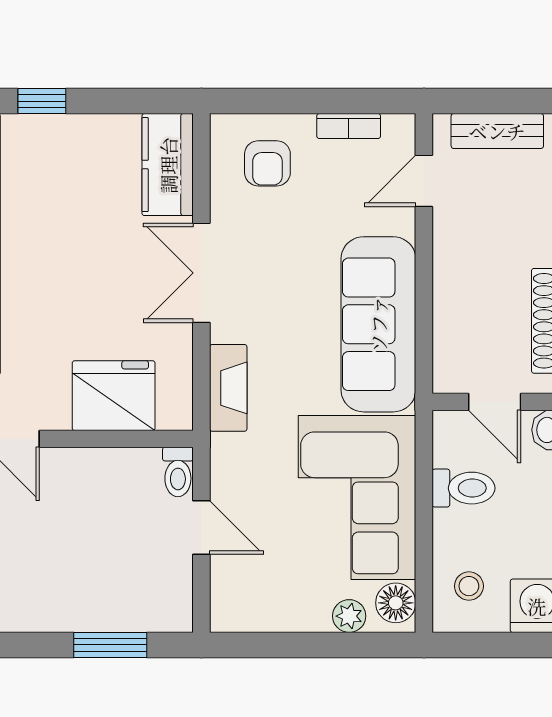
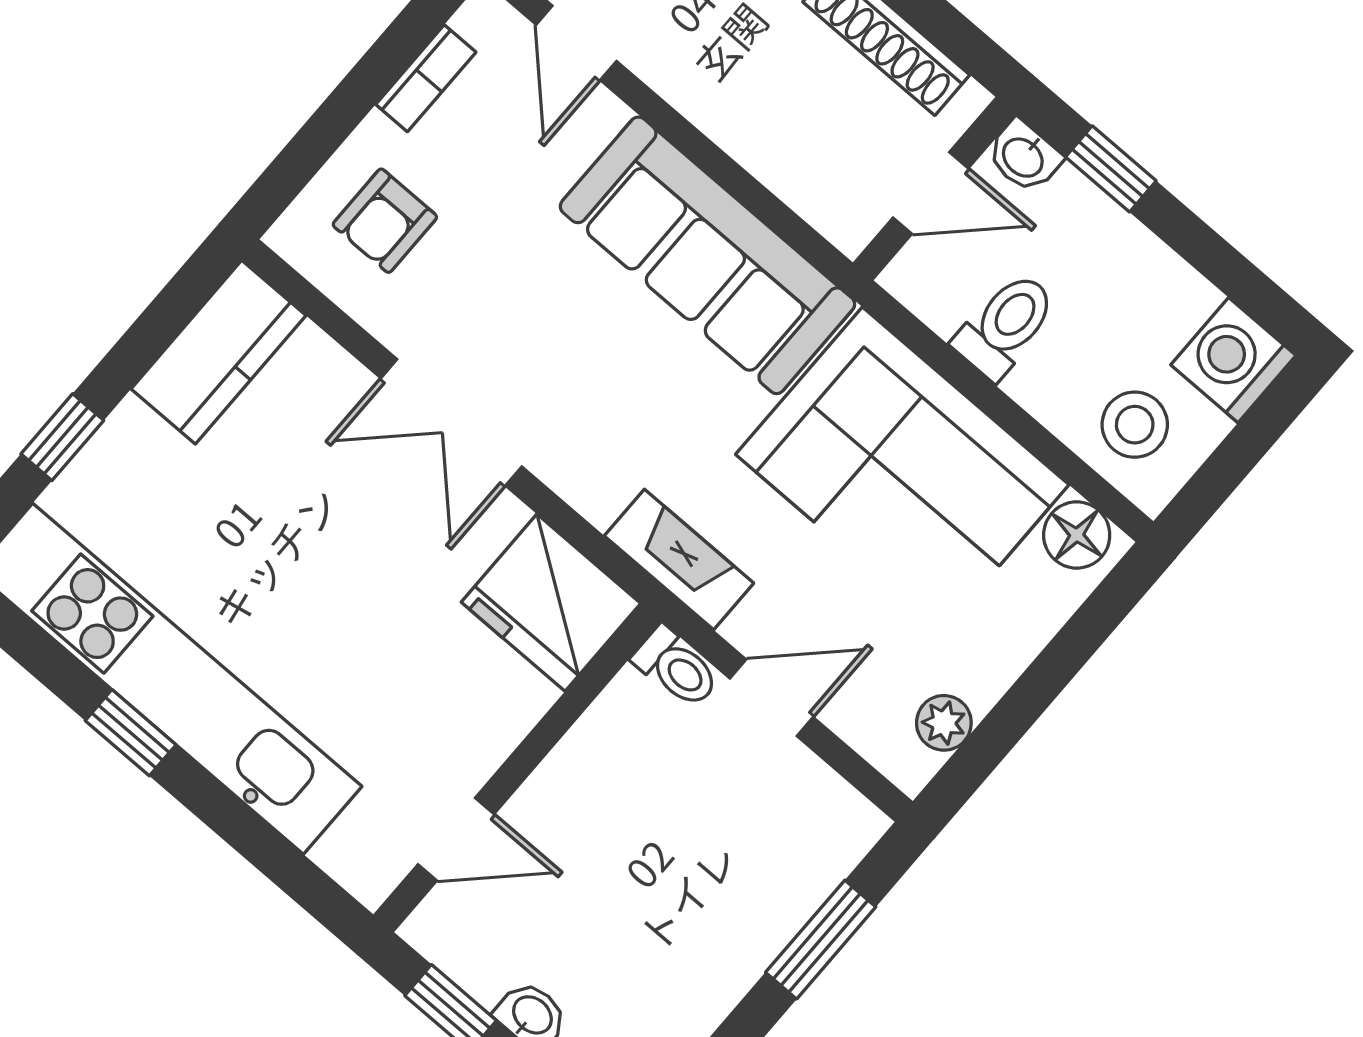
armchair: (267, 163) -> (385, 221), turned 90
kitchen counter: (168, 165) -> (218, 352), moved, turned -90
fireplace: (228, 388) -> (679, 560), moved
fridge: (114, 396) -> (551, 603), moved, turned -90
stool: (469, 586) -> (1135, 425), width x1.37, depth x1.37
plant: (349, 616) -> (944, 723), moved

